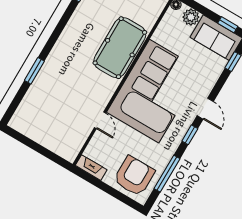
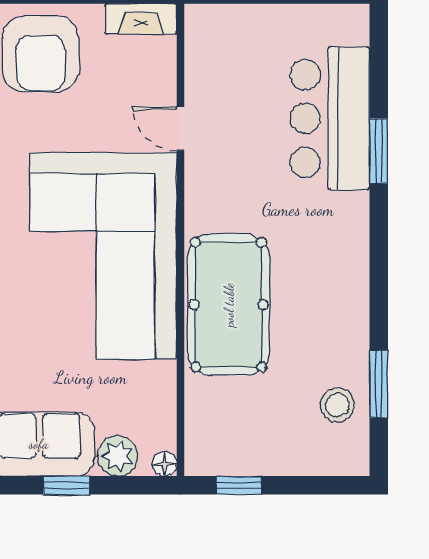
window: (228, 25) -> (66, 485), moved
bar counter: (45, 93) -> (330, 118), added

